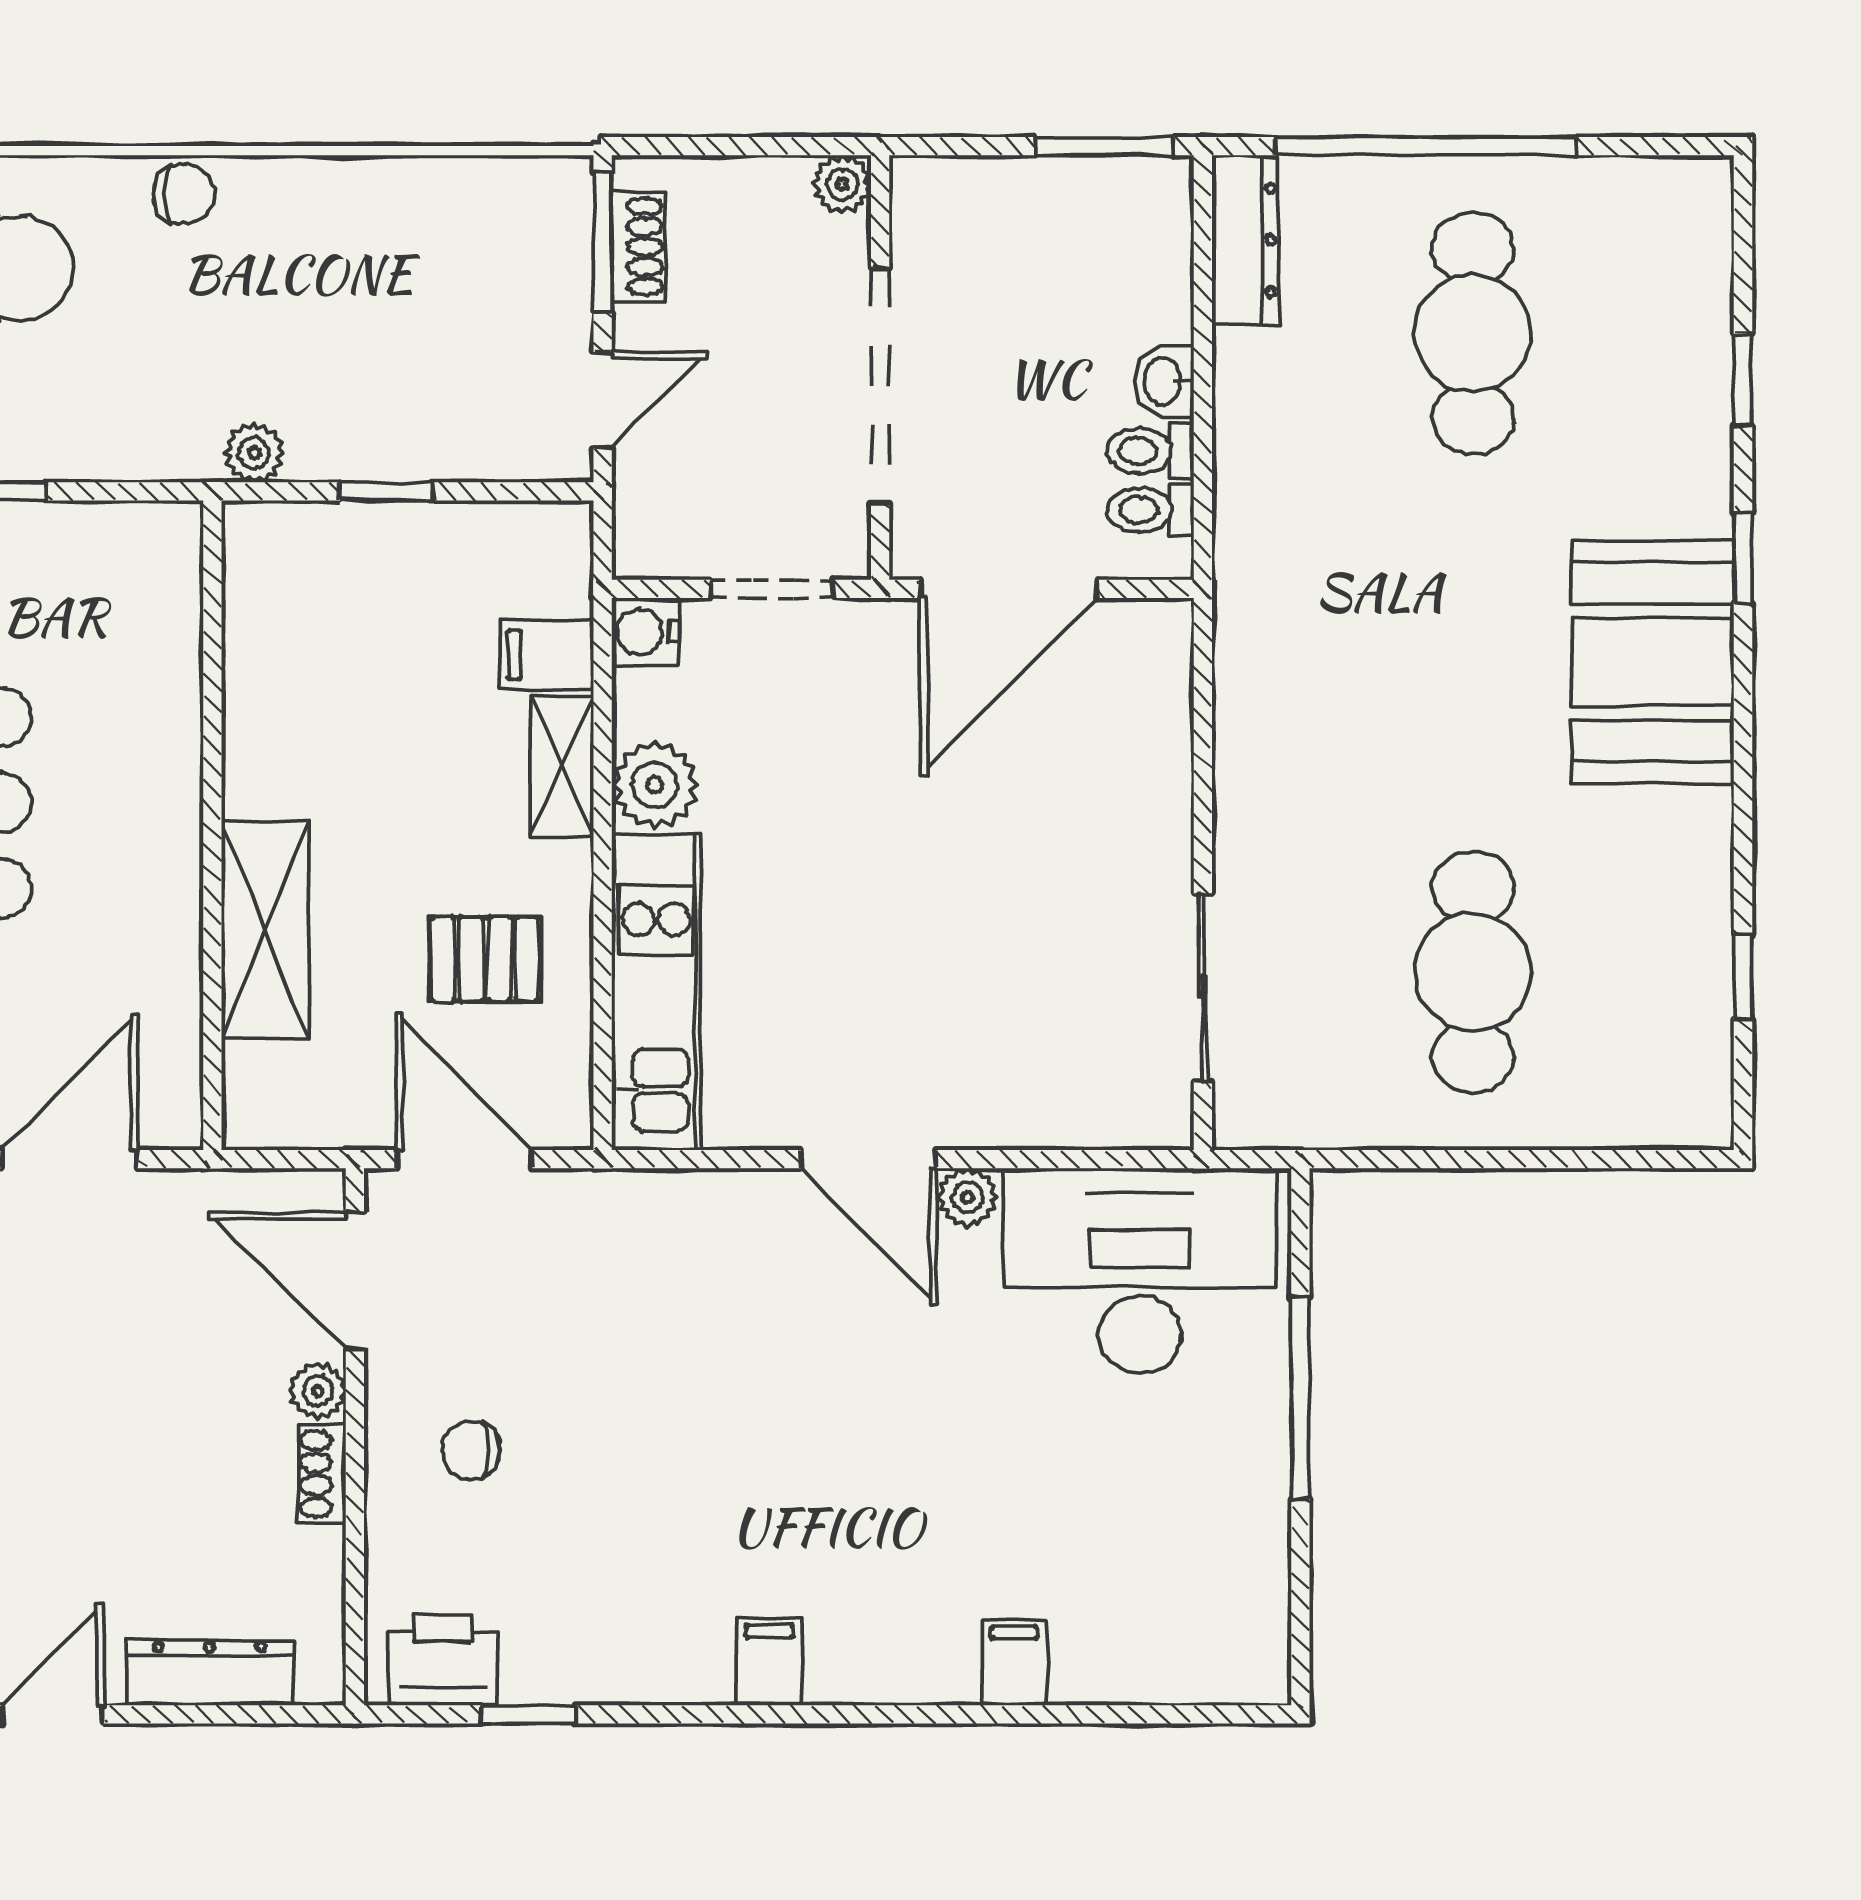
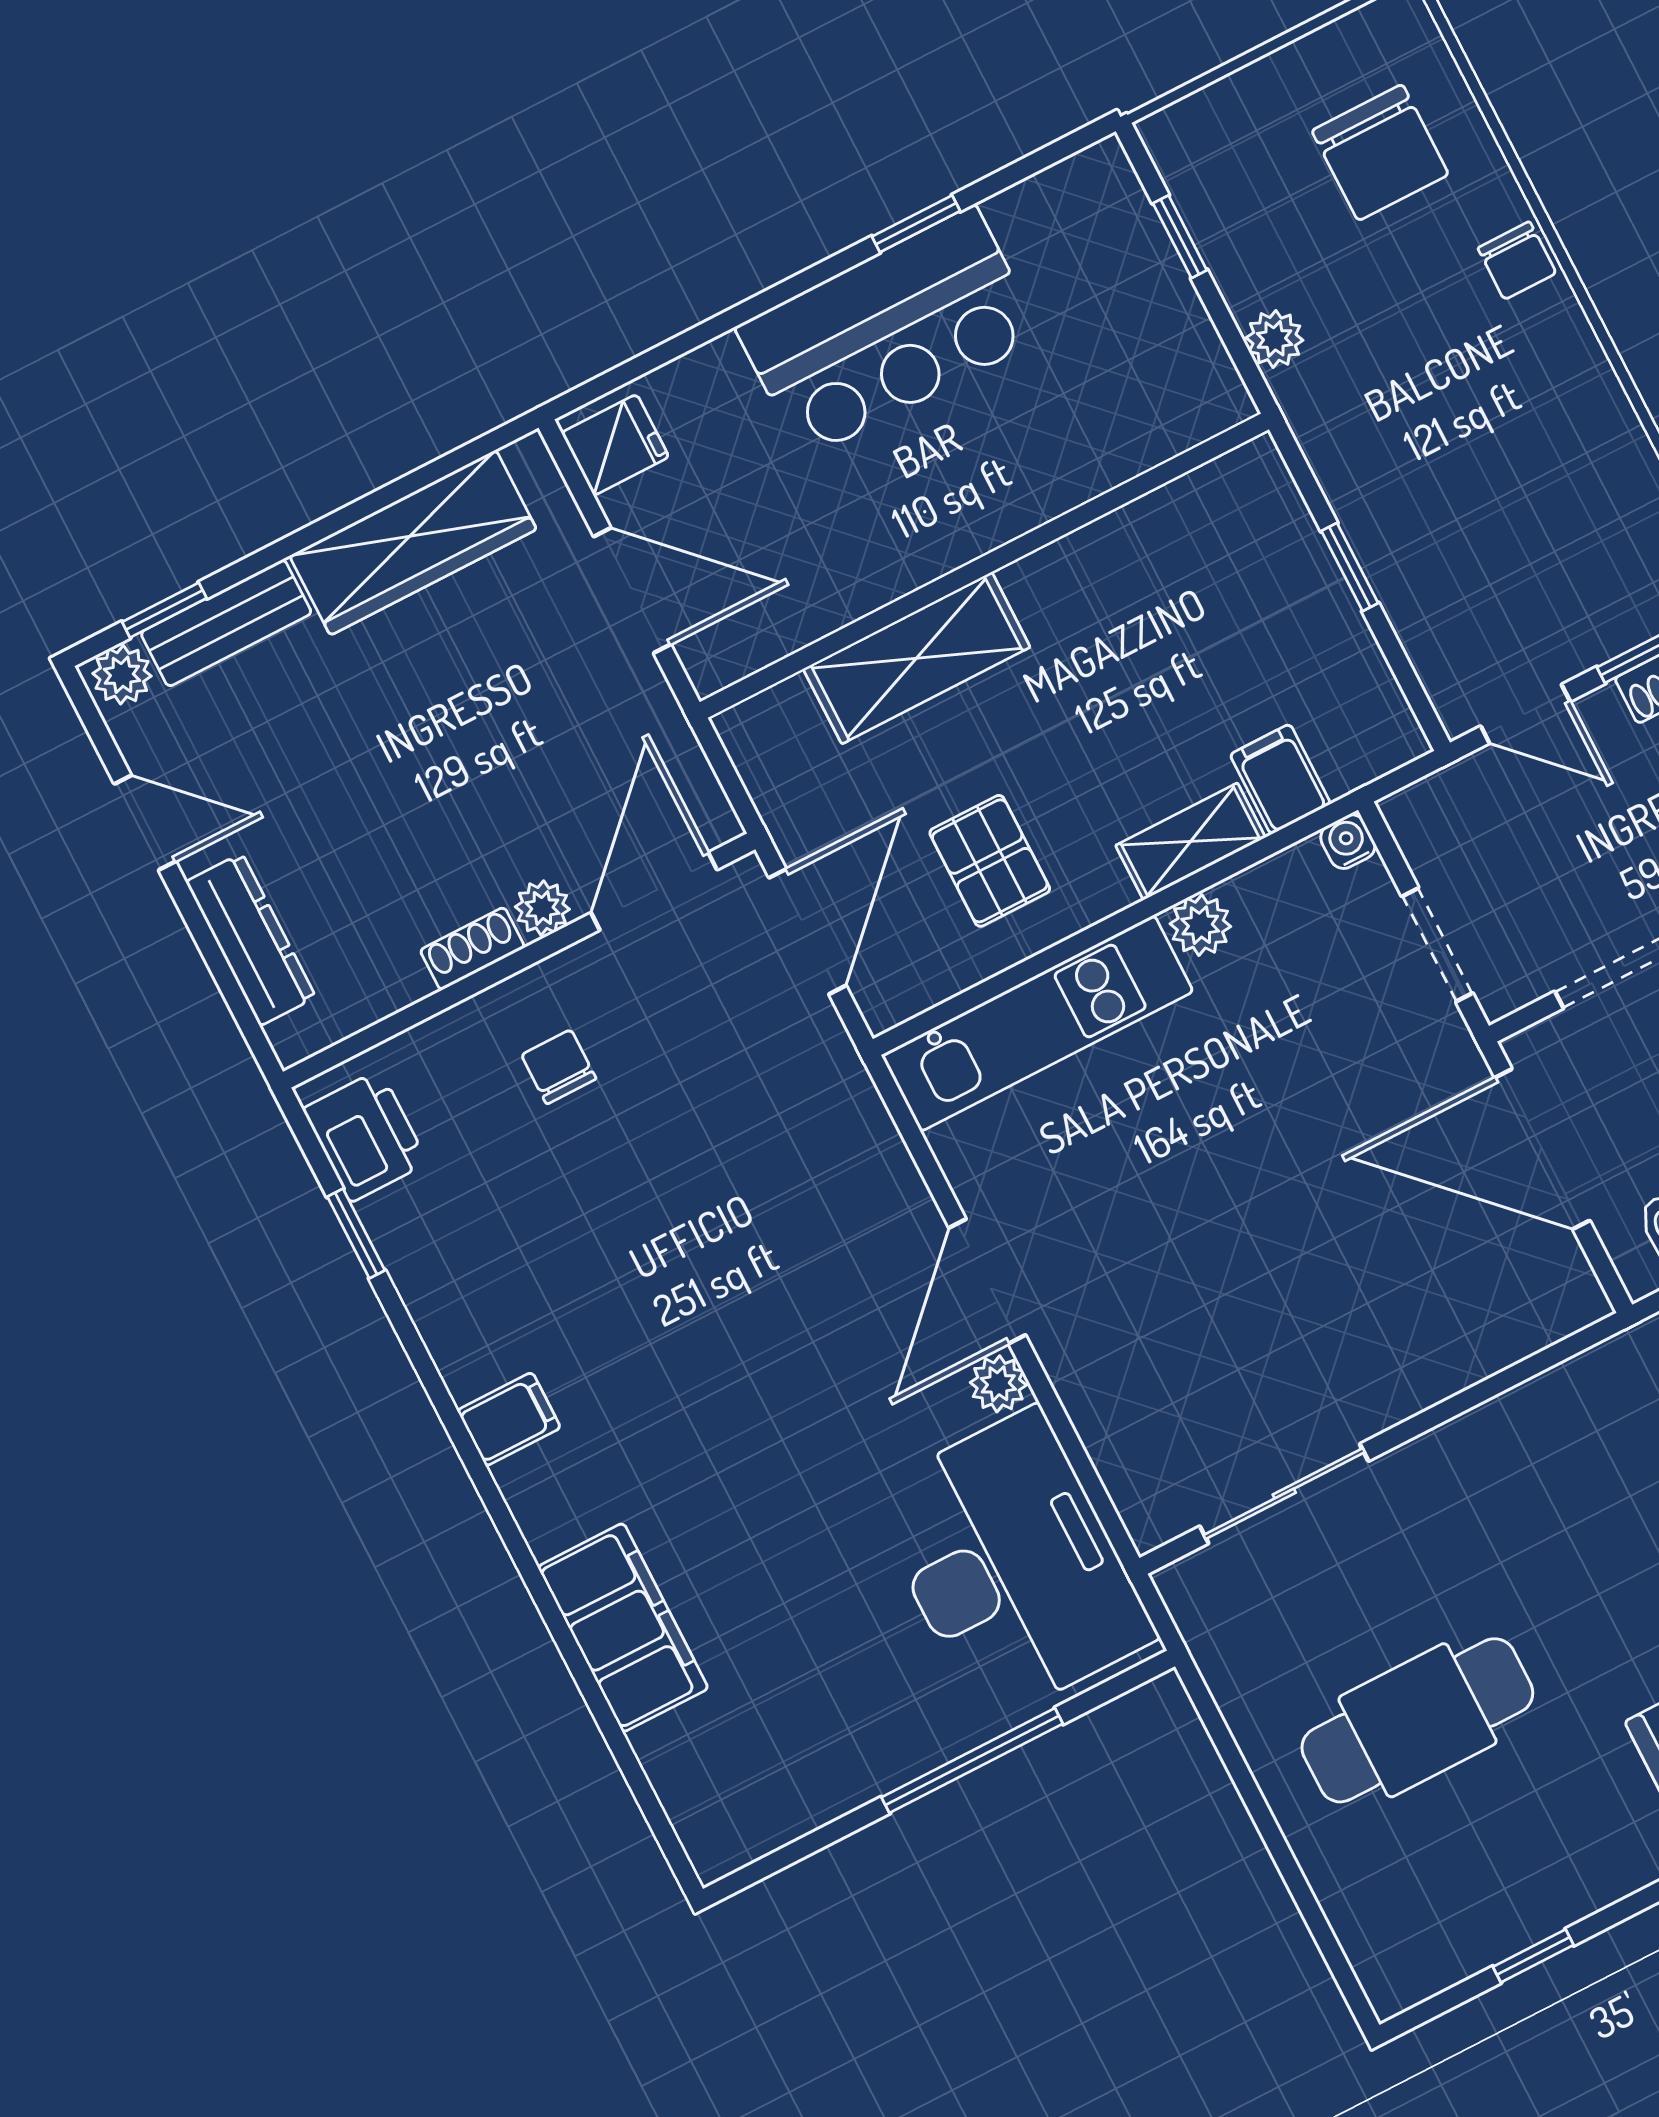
plant: (254, 453) -> (1275, 339), moved
water cooler: (645, 632) -> (1348, 842), width x0.72, depth x0.72
plant: (655, 785) -> (1200, 925), width x0.73, depth x0.73
filing cabinet: (1014, 1663) -> (623, 1628), width x3.00, depth x1.17

